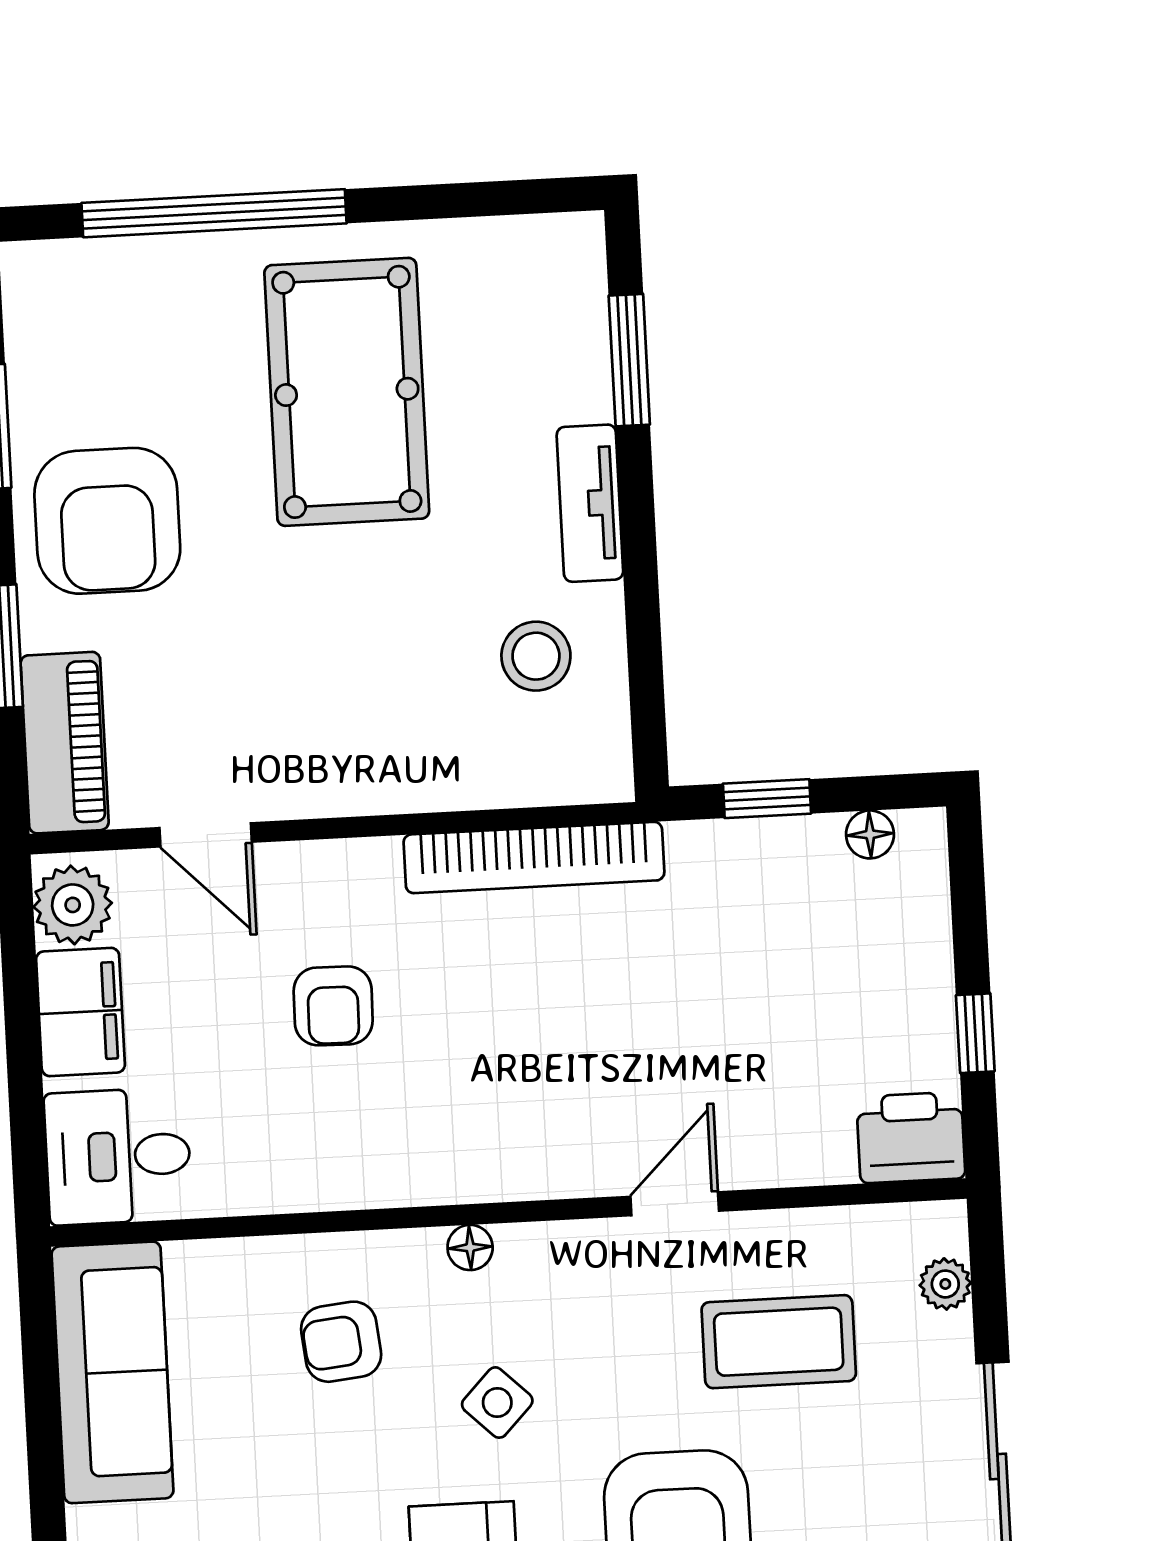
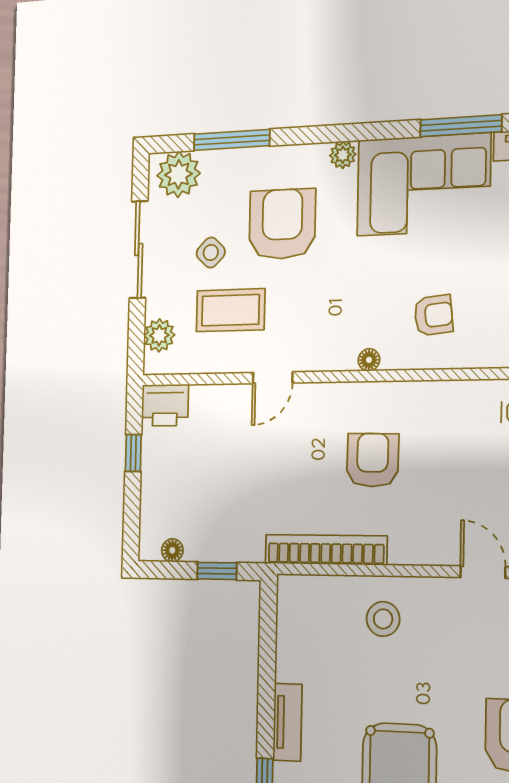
stool: (536, 656) -> (383, 619), moved
armchair: (333, 1006) -> (373, 460), moved, width x1.38, depth x1.38
plant: (945, 1284) -> (159, 335), width x1.38, depth x1.38
side table: (497, 1403) -> (211, 253), moved

